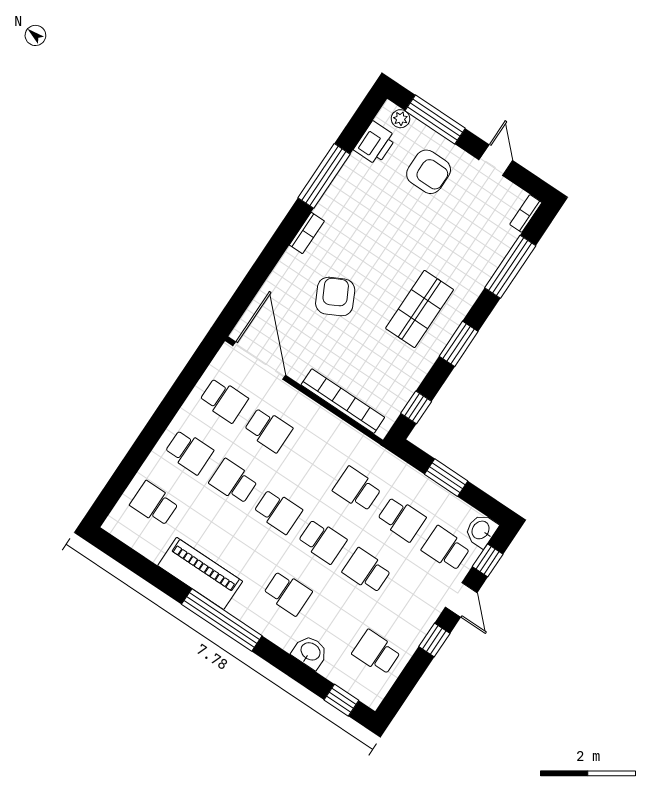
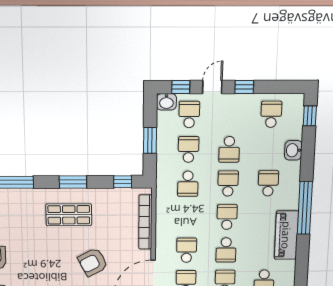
school desk: (446, 549) -> (189, 115), turned 180
school desk: (376, 652) -> (271, 114), turned 180

